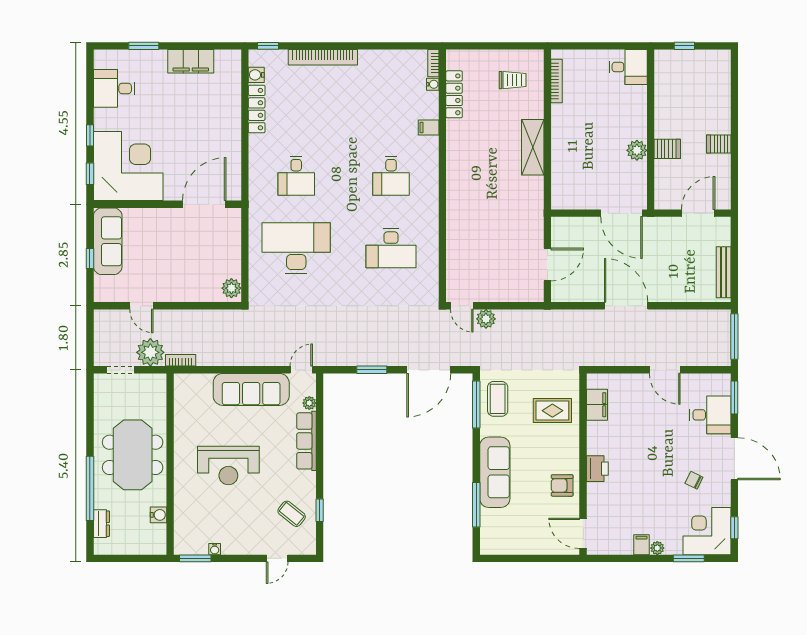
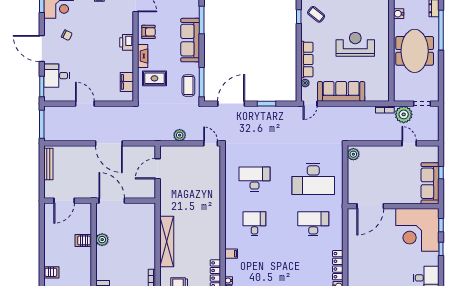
server rack: (719, 144) -> (51, 272), moved
shelving: (533, 147) -> (167, 241), width x1.47
desk: (296, 176) -> (313, 224), width x1.37
plant: (486, 319) -> (180, 135), moved
fireplace: (571, 447) -> (143, 56), added

